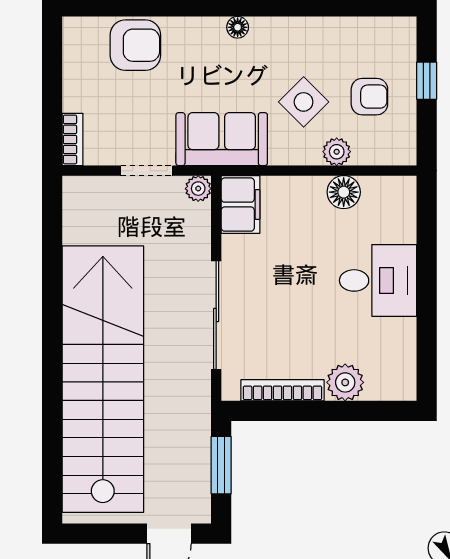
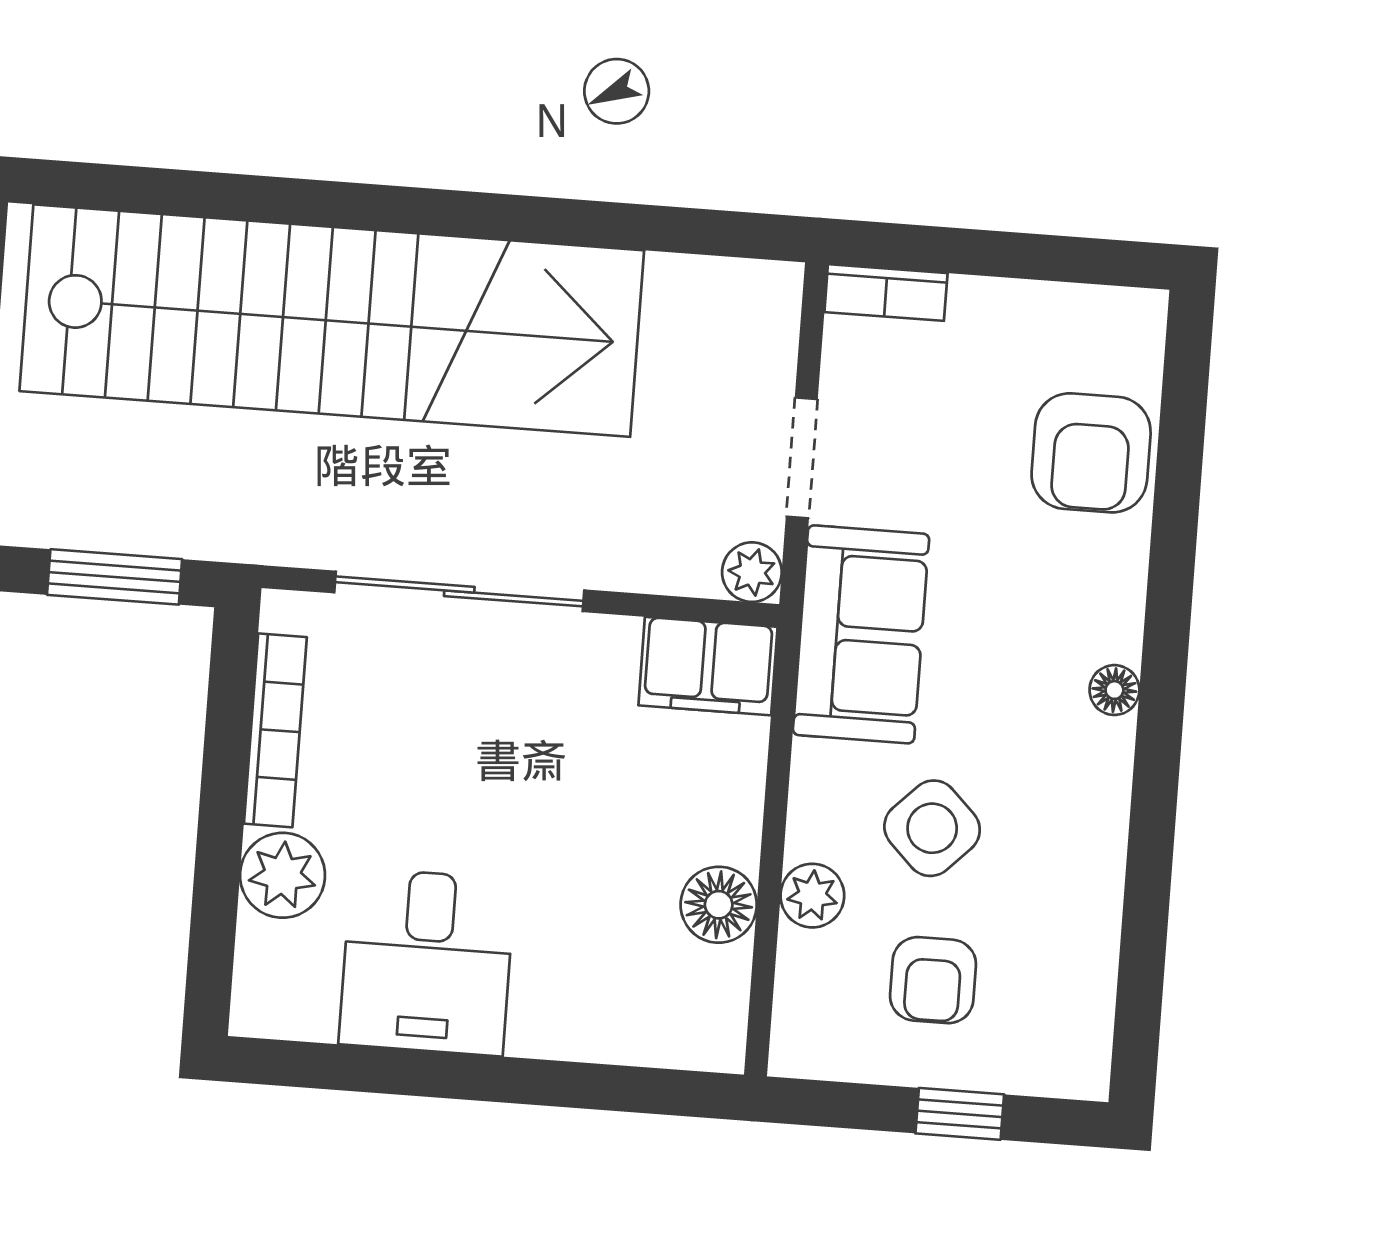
desk: (378, 280) -> (427, 962), moved

